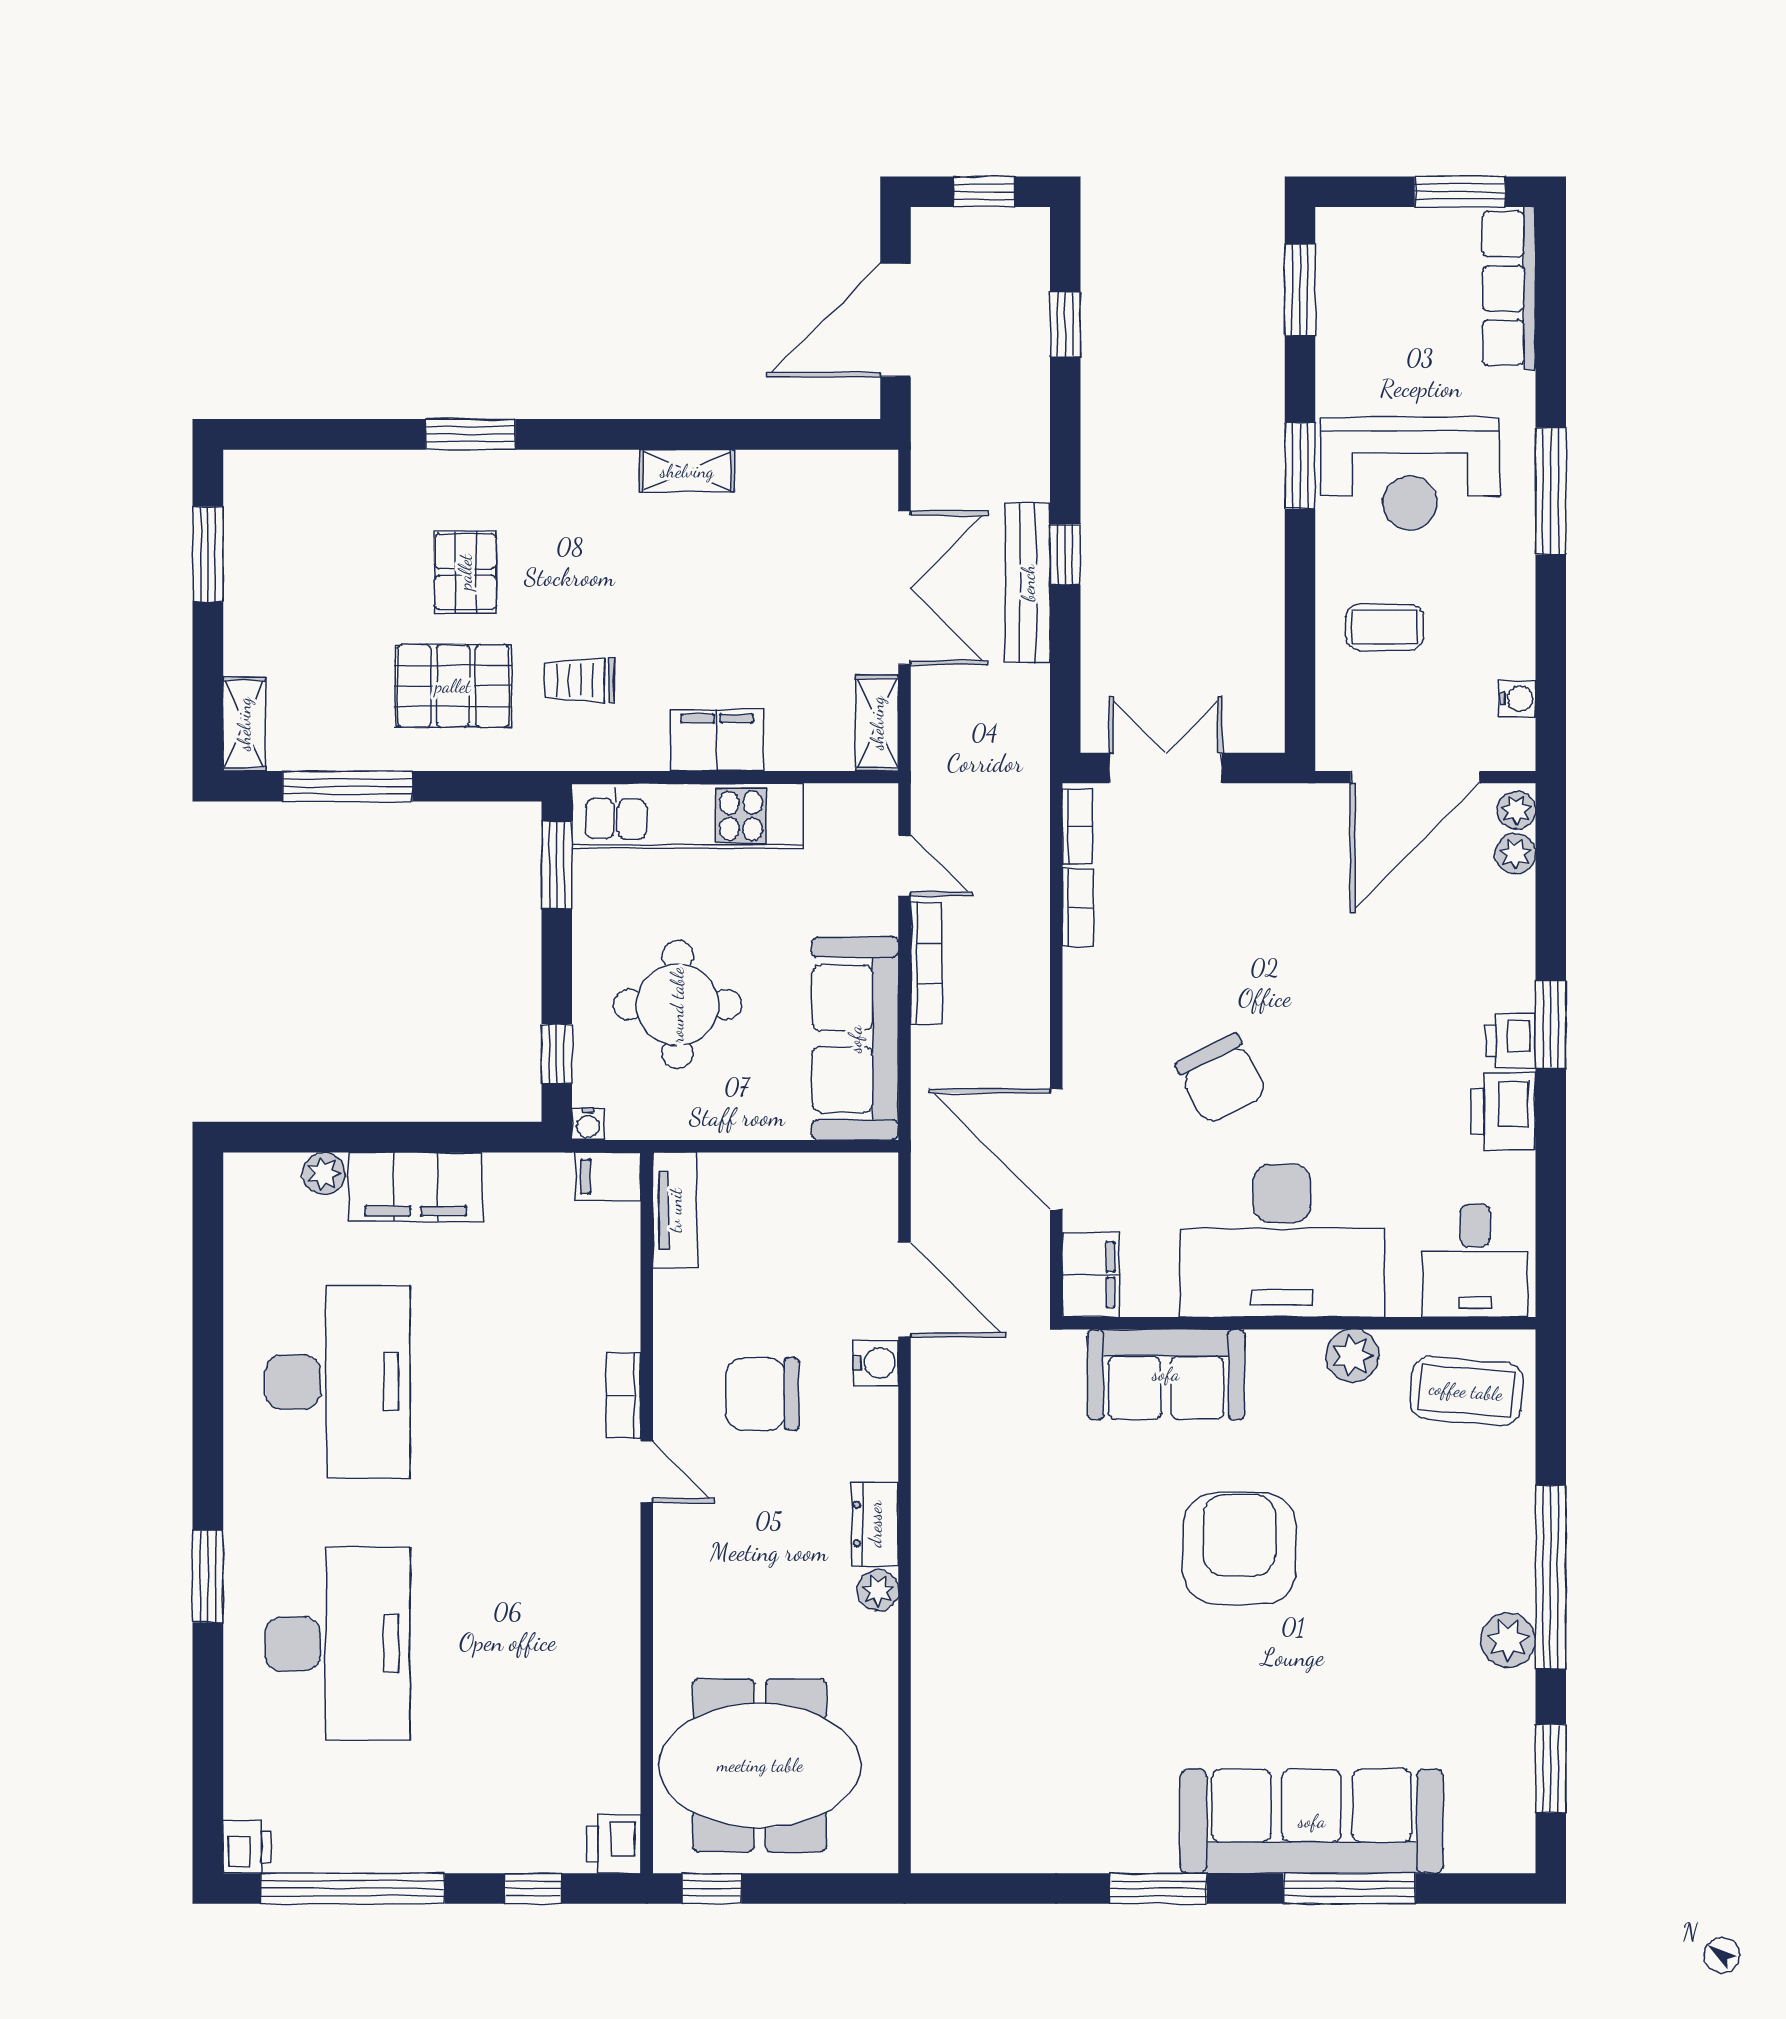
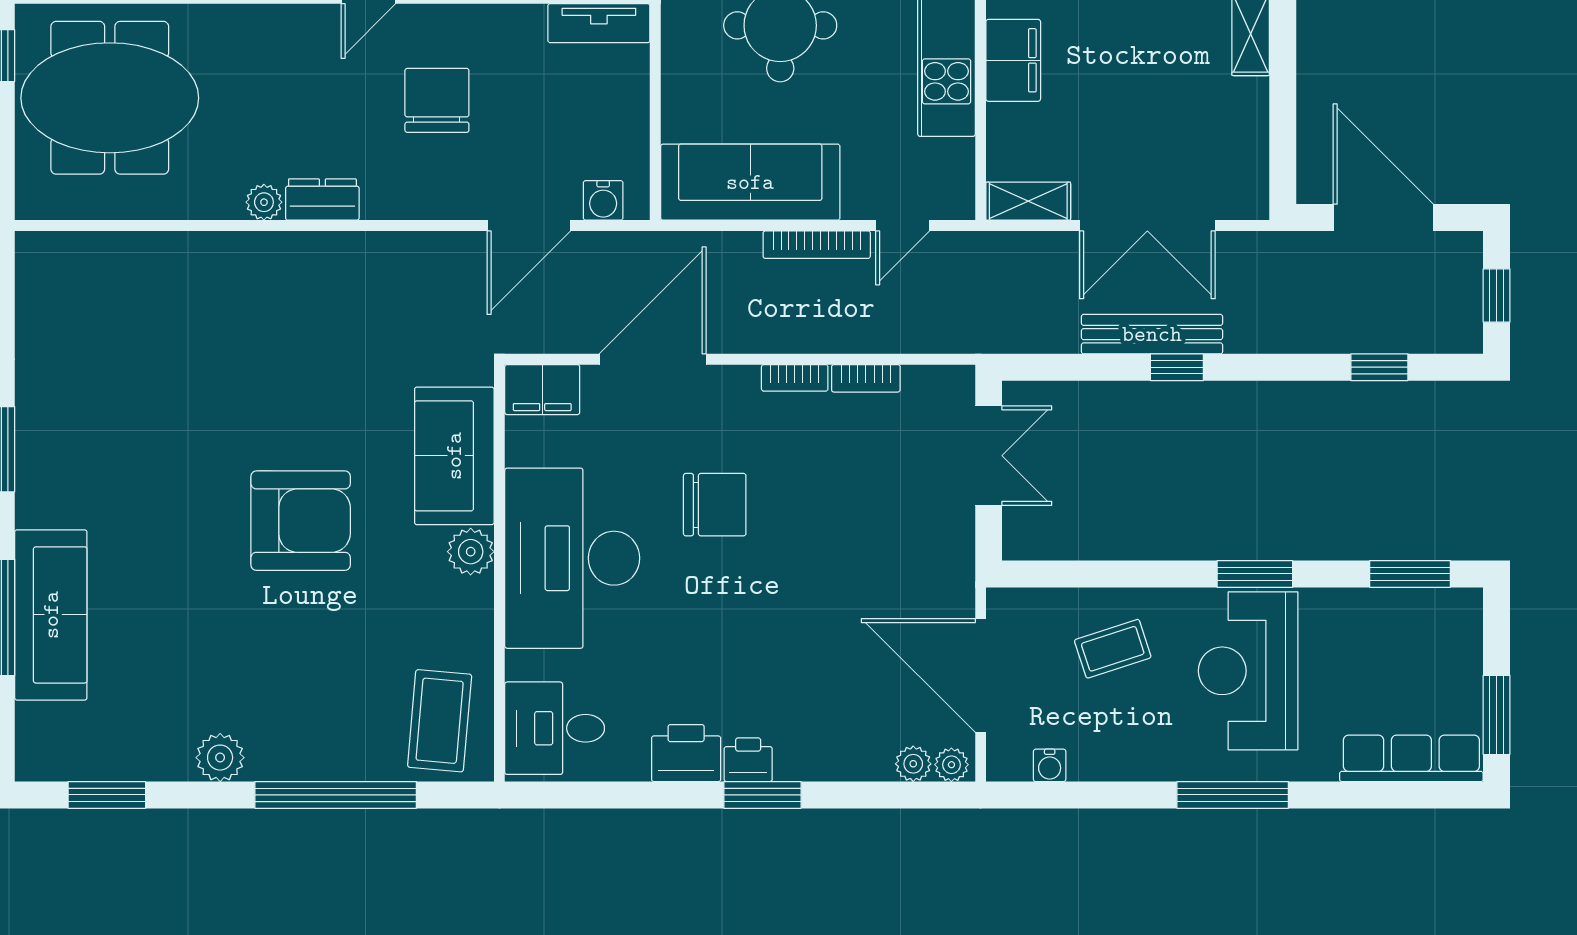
coffee table: (1385, 627) -> (1113, 649), turned 72
bookcase: (1077, 827) -> (795, 378), moved
chair: (1221, 1079) -> (715, 505), turned -153
plant: (1352, 1356) -> (471, 552), moved
water cooler: (876, 1363) -> (603, 200), moved
window: (1551, 1577) -> (336, 795), moved
meeting table: (760, 1765) -> (110, 98), turned 90
sofa: (1312, 1821) -> (51, 615), width x0.74, depth x0.79

